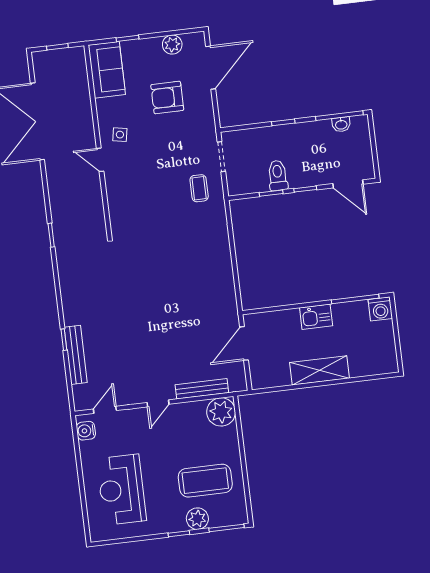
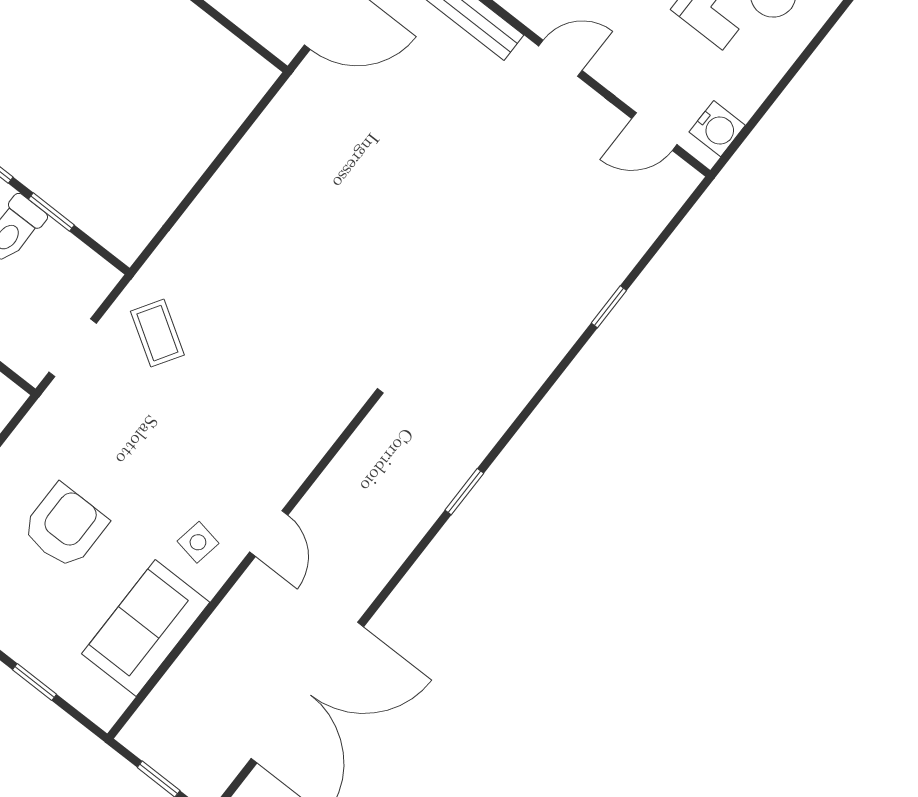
sofa: (107, 70) -> (146, 628), moved
armchair: (167, 97) -> (65, 526), turned -90
coffee table: (199, 188) -> (157, 333), turned -58
bench: (76, 355) -> (614, 264), removed

